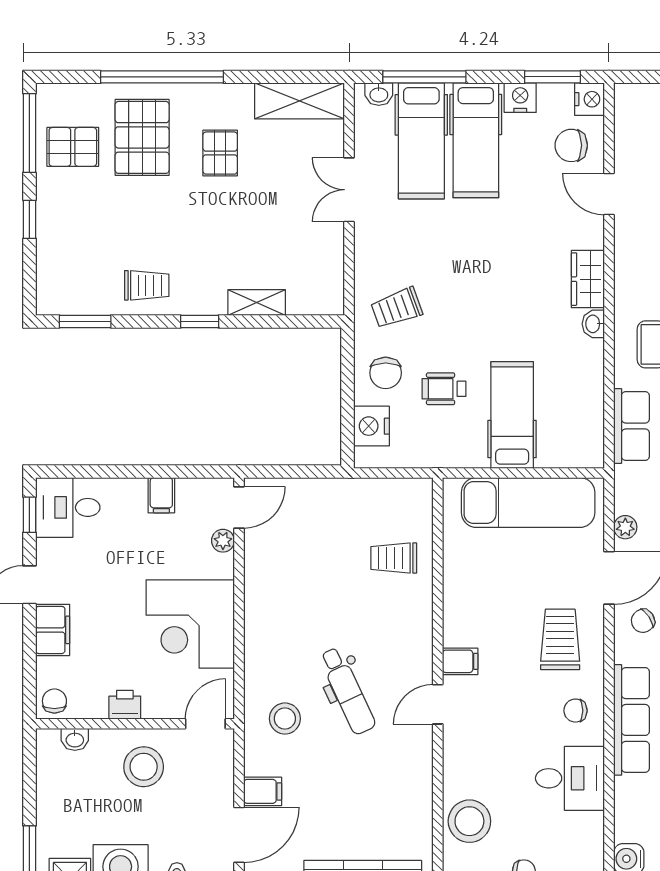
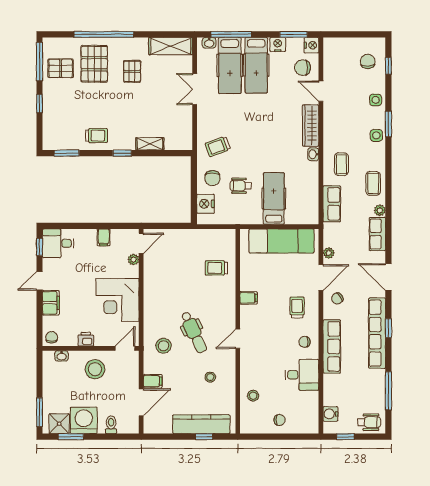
wardrobe: (588, 279) -> (311, 126), width x1.50
trolley: (560, 639) -> (297, 307), width x0.73, depth x0.72
filing cabinet: (460, 661) -> (249, 298), moved
stool: (381, 783) -> (210, 377), added
stool: (469, 821) -> (253, 396), width x0.53, depth x0.53

